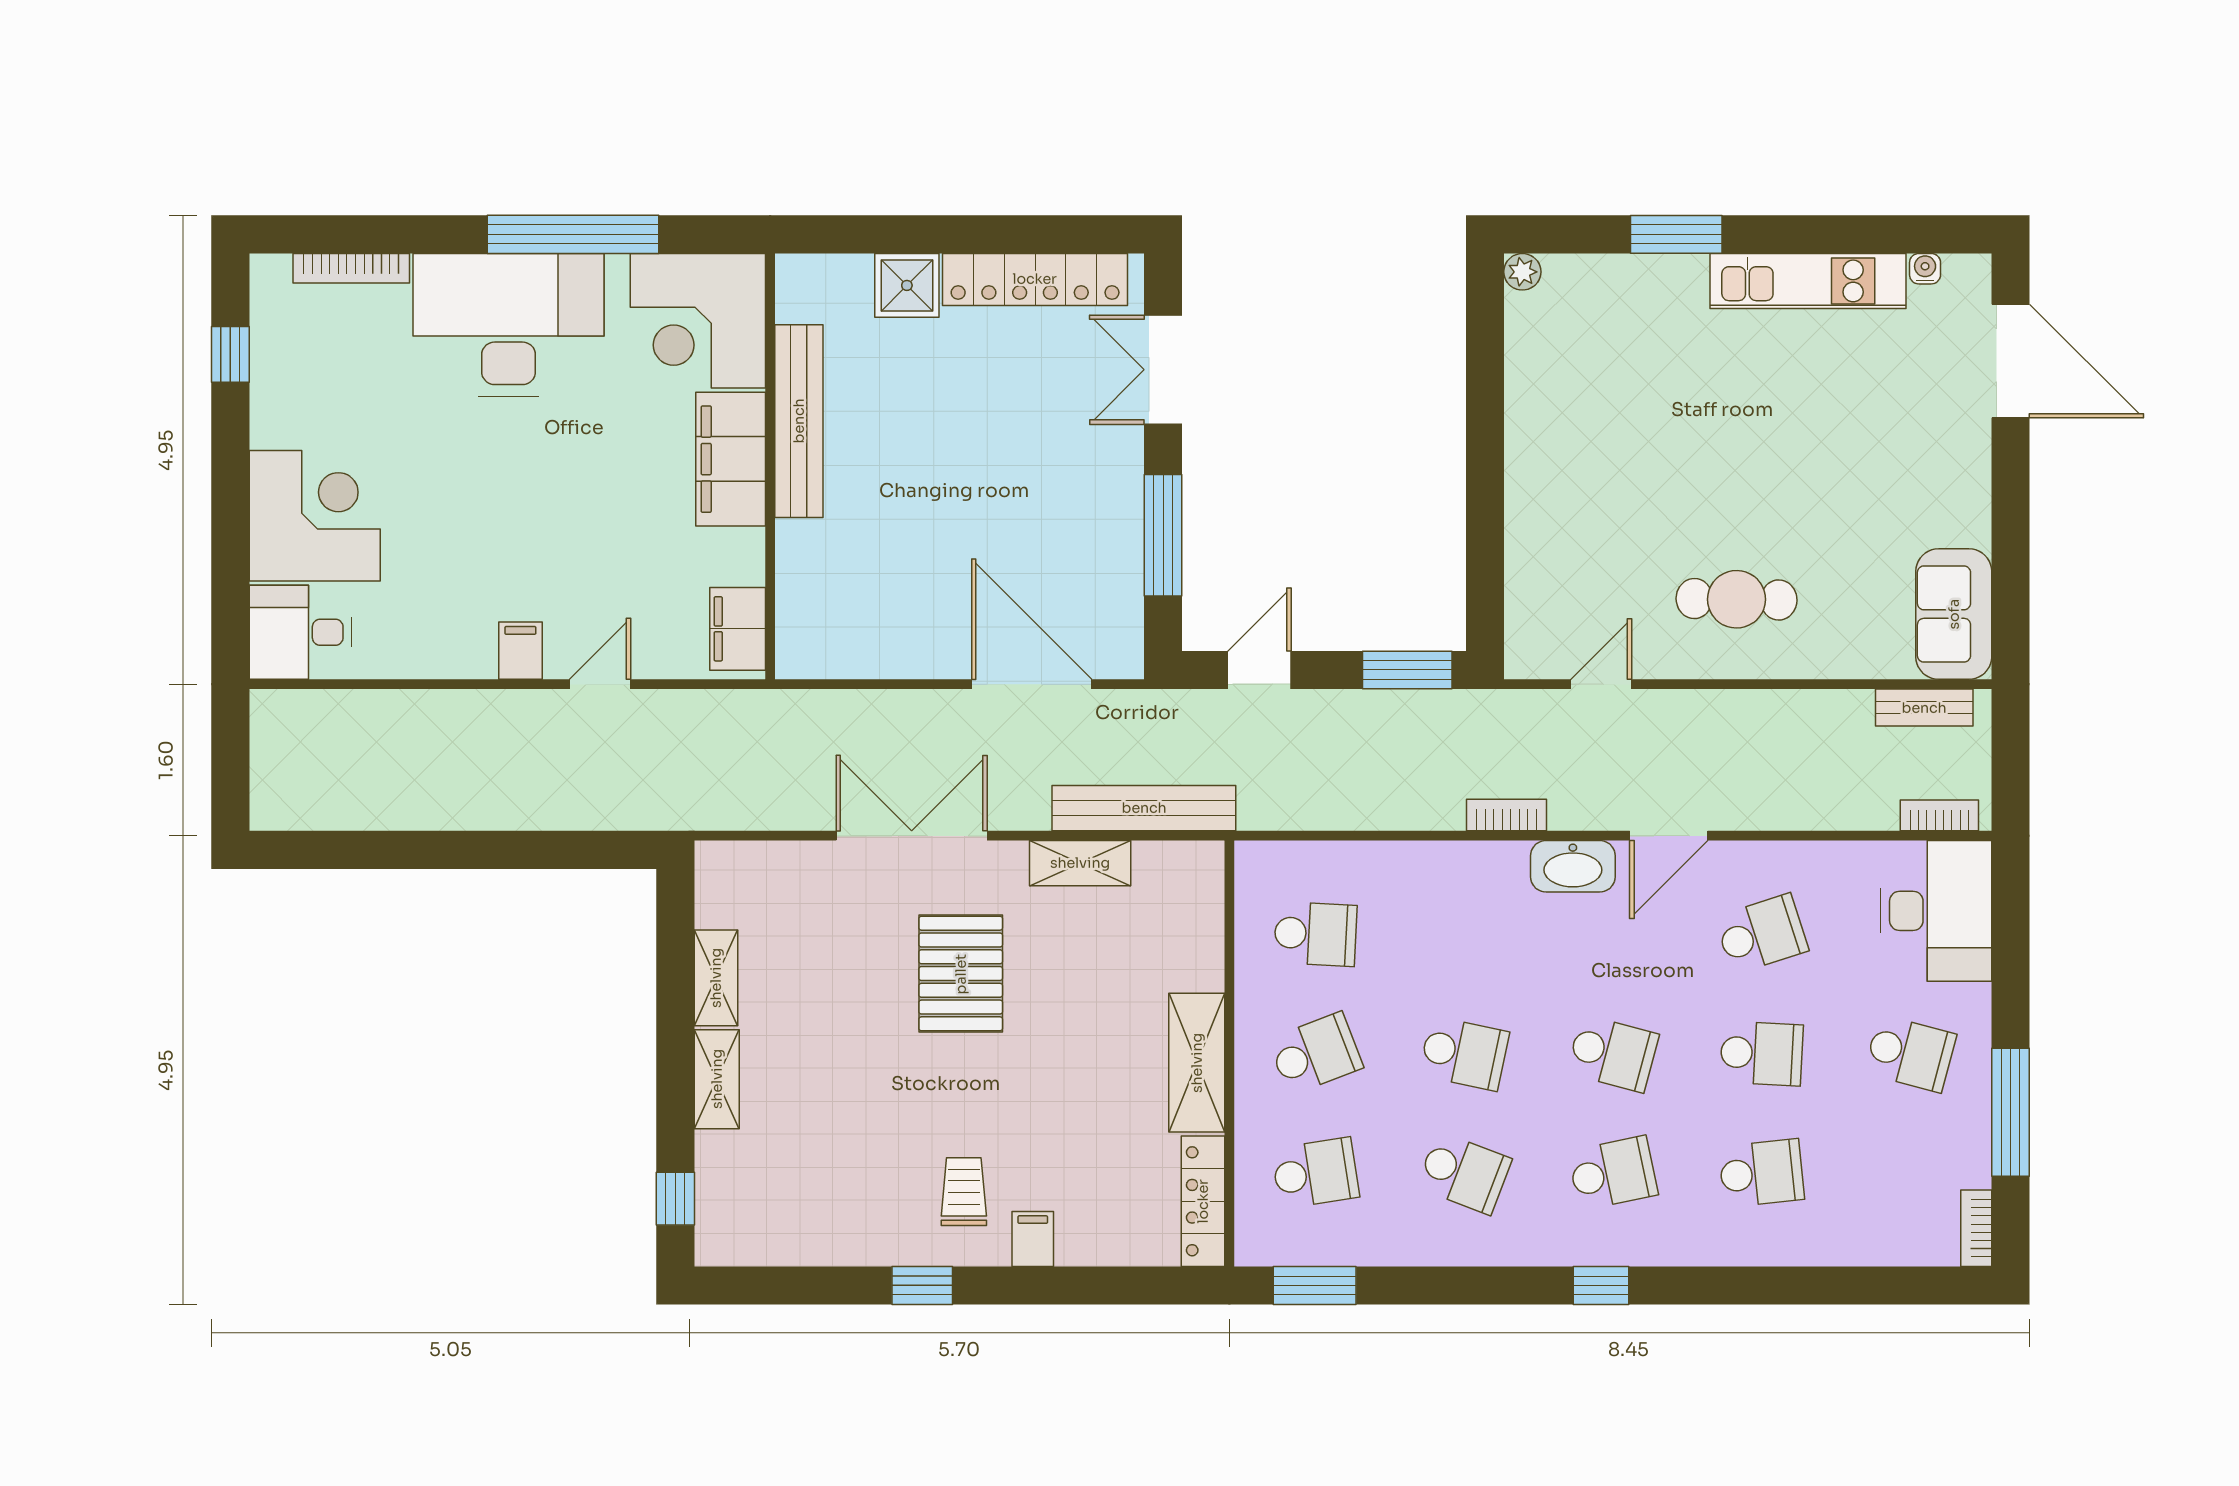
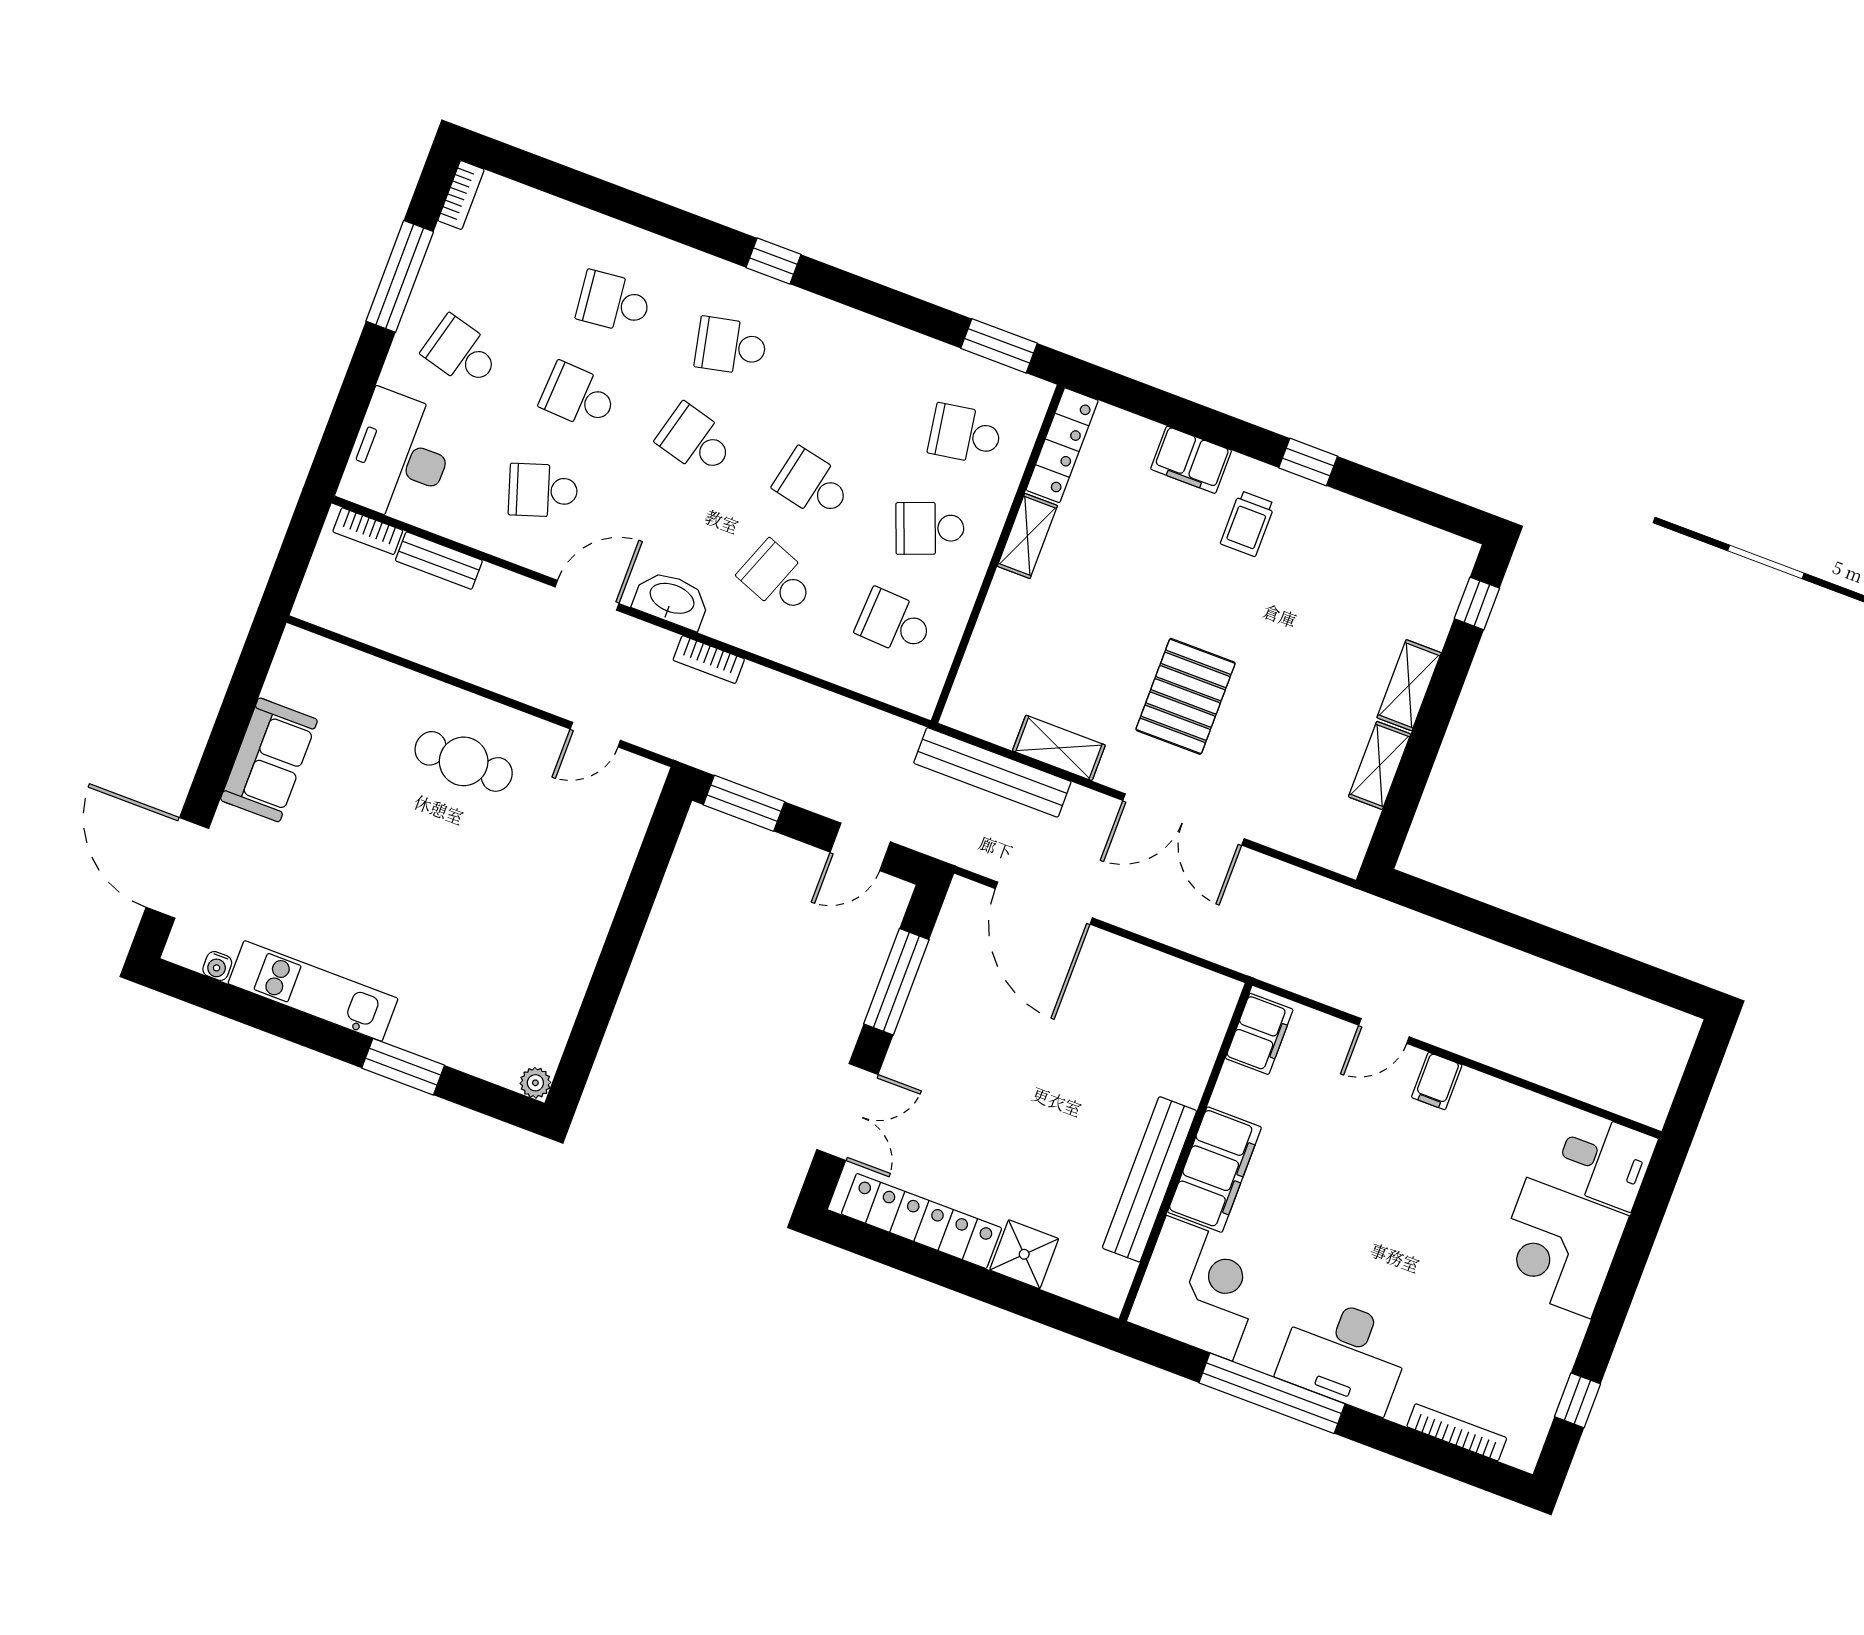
desk: (509, 325) -> (1345, 1354), width x0.73, depth x0.77
sofa: (1954, 614) -> (269, 760), moved
bench: (1924, 708) -> (439, 561), moved
shelving: (1197, 1063) -> (1027, 536), width x0.67, depth x0.75
school desk: (1464, 1173) -> (777, 578), moved
filing cabinet: (1033, 1239) -> (1191, 460), width x2.00

